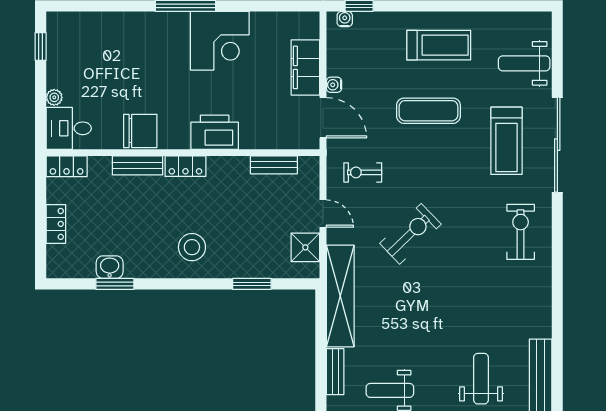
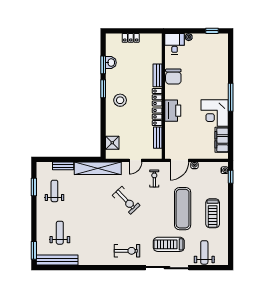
filing cabinet: (305, 67) -> (222, 140), moved, turned -90
exercise mat: (428, 111) -> (183, 209), width x1.36, depth x1.45
locker: (67, 166) -> (157, 117), moved
shower: (305, 247) -> (112, 143), moved
window: (252, 284) -> (103, 89), moved
weight bench: (481, 379) -> (60, 233), turned -90

